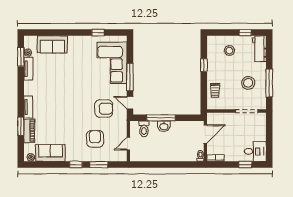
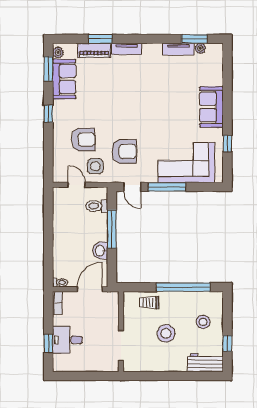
sofa: (52, 44) -> (211, 107), moved
window: (204, 65) -> (183, 287), width x3.17
stool: (248, 83) -> (166, 333), moved
window: (269, 83) -> (159, 376), removed
door: (130, 103) -> (132, 187), swing flipped
armchair: (104, 109) -> (124, 151), turned -90
washbasin: (164, 126) -> (100, 251), moved
side table: (115, 130) -> (95, 166), added
door: (205, 134) -> (90, 289), swing flipped
desk: (255, 151) -> (67, 340), moved, turned 90
window: (99, 165) -> (48, 69), moved

